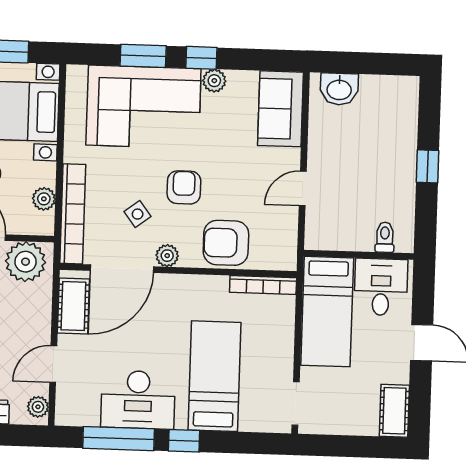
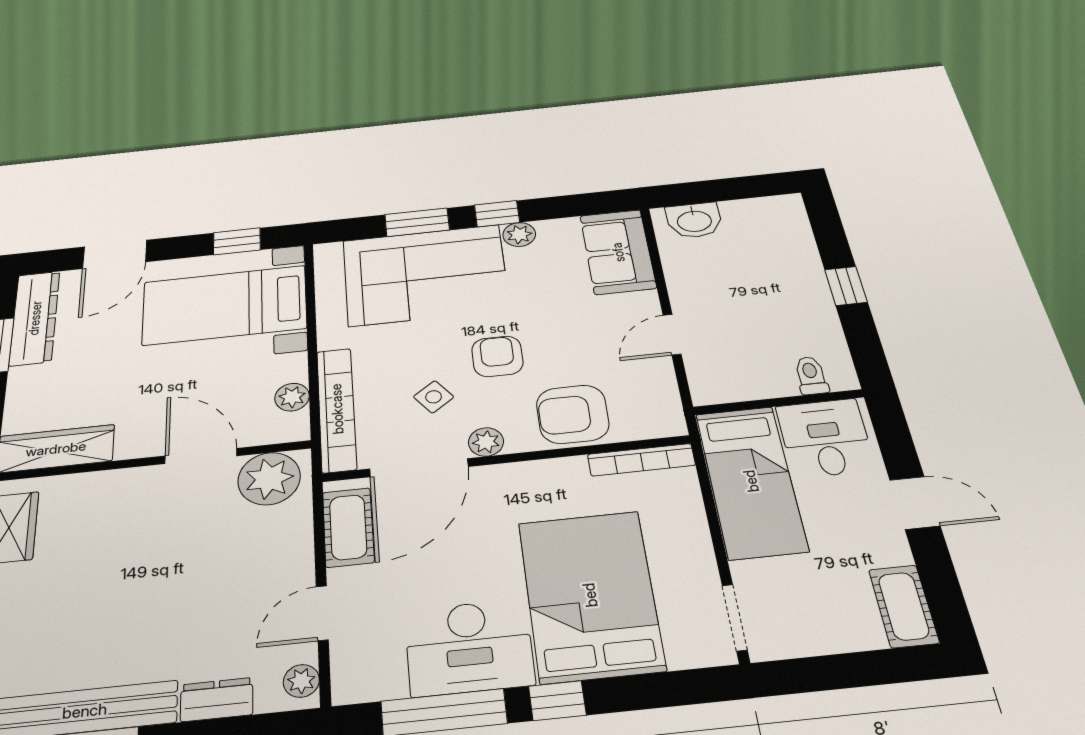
bed: (214, 376) -> (590, 595), width x1.50

